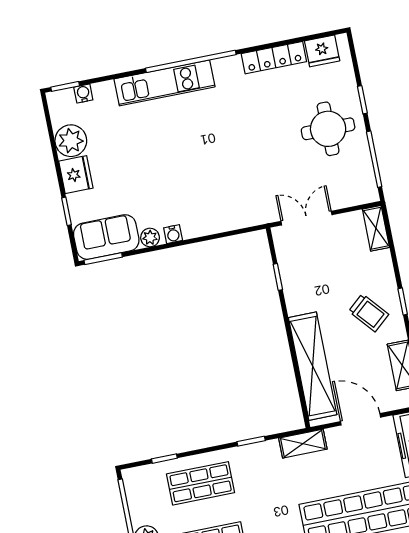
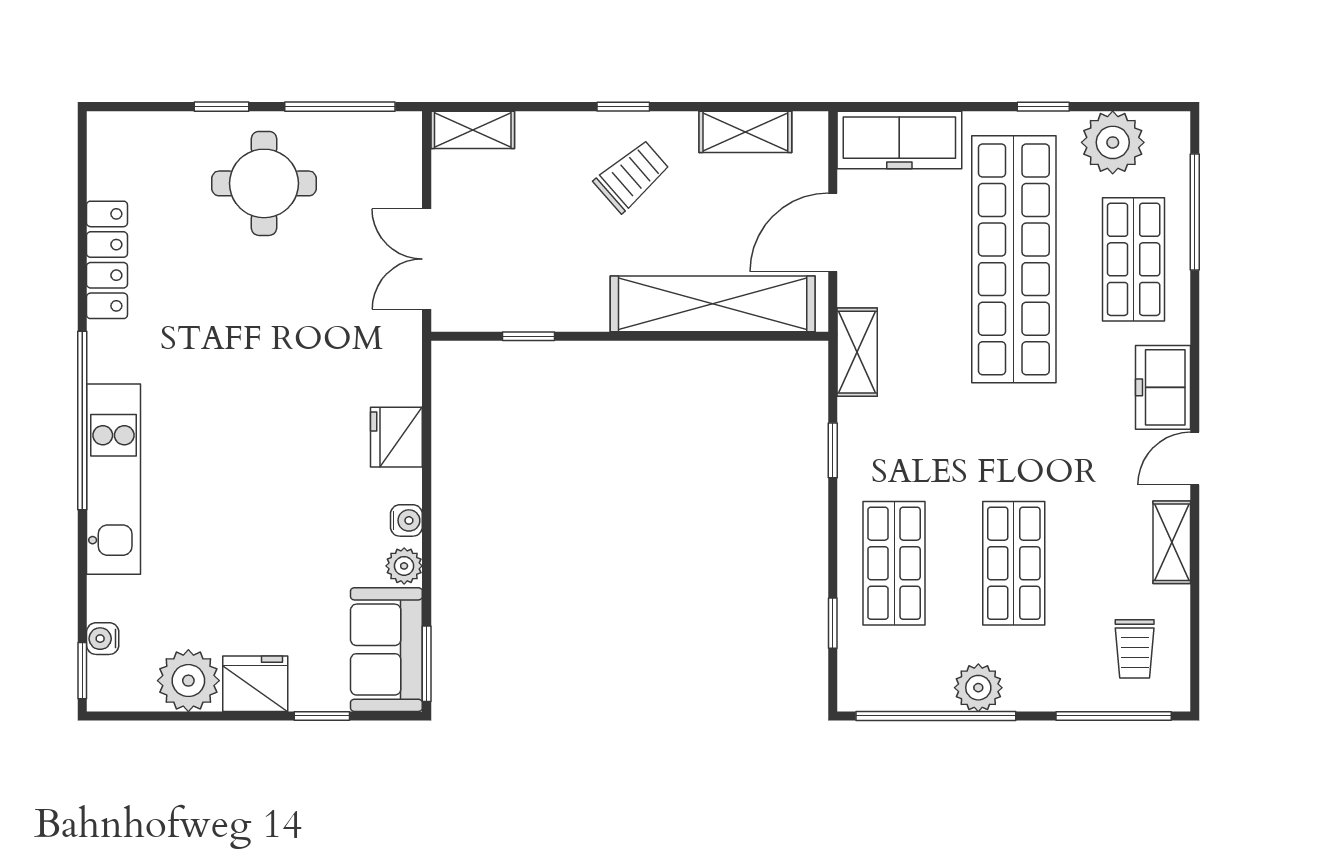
fridge: (322, 51) -> (396, 437), moved, turned 180

